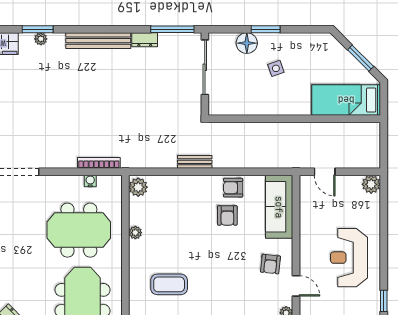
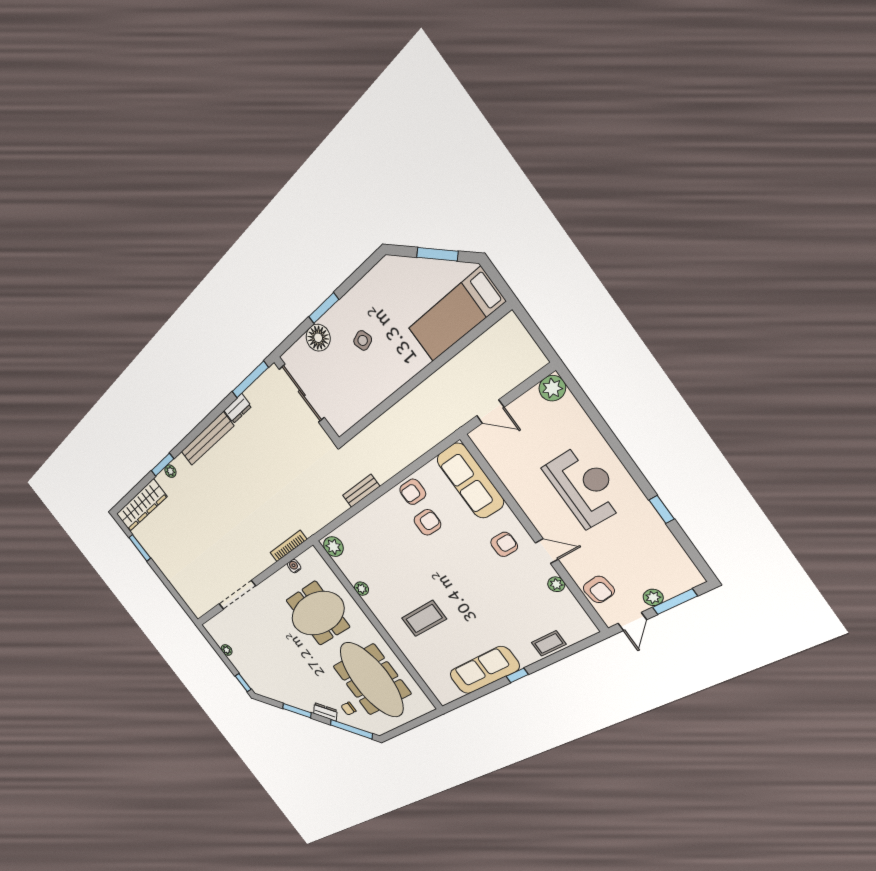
armchair: (227, 215) -> (427, 522), turned -90
reception desk: (349, 258) -> (585, 486), turned 180
armchair: (270, 264) -> (504, 544), turned -96

